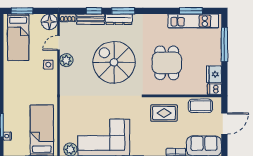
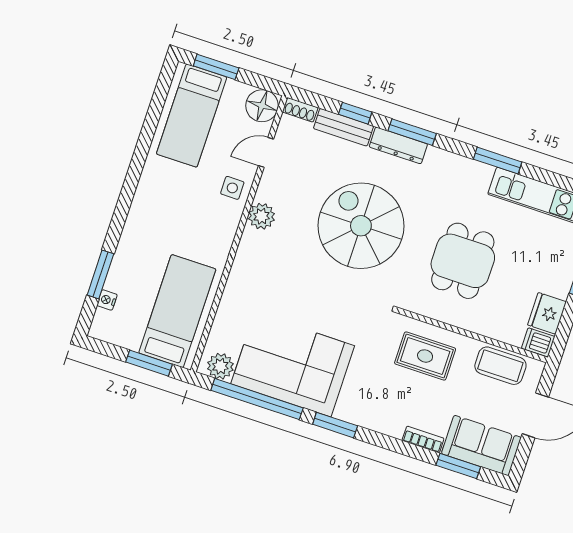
window: (191, 11) -> (498, 161), moved
plant: (66, 60) -> (262, 216), moved

